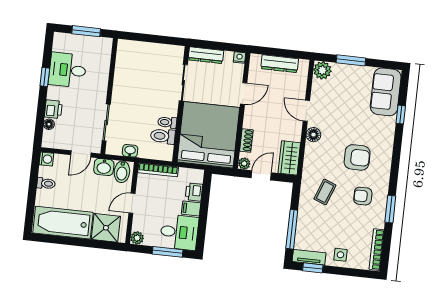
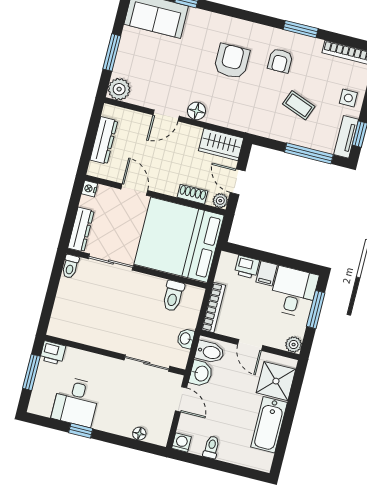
printer: (53, 109) -> (53, 353), moved, turned 180
toilet: (167, 122) -> (70, 266), moved
coffee table: (325, 192) -> (299, 105), moved
bathtub: (63, 223) -> (269, 425), width x0.73, depth x0.73

